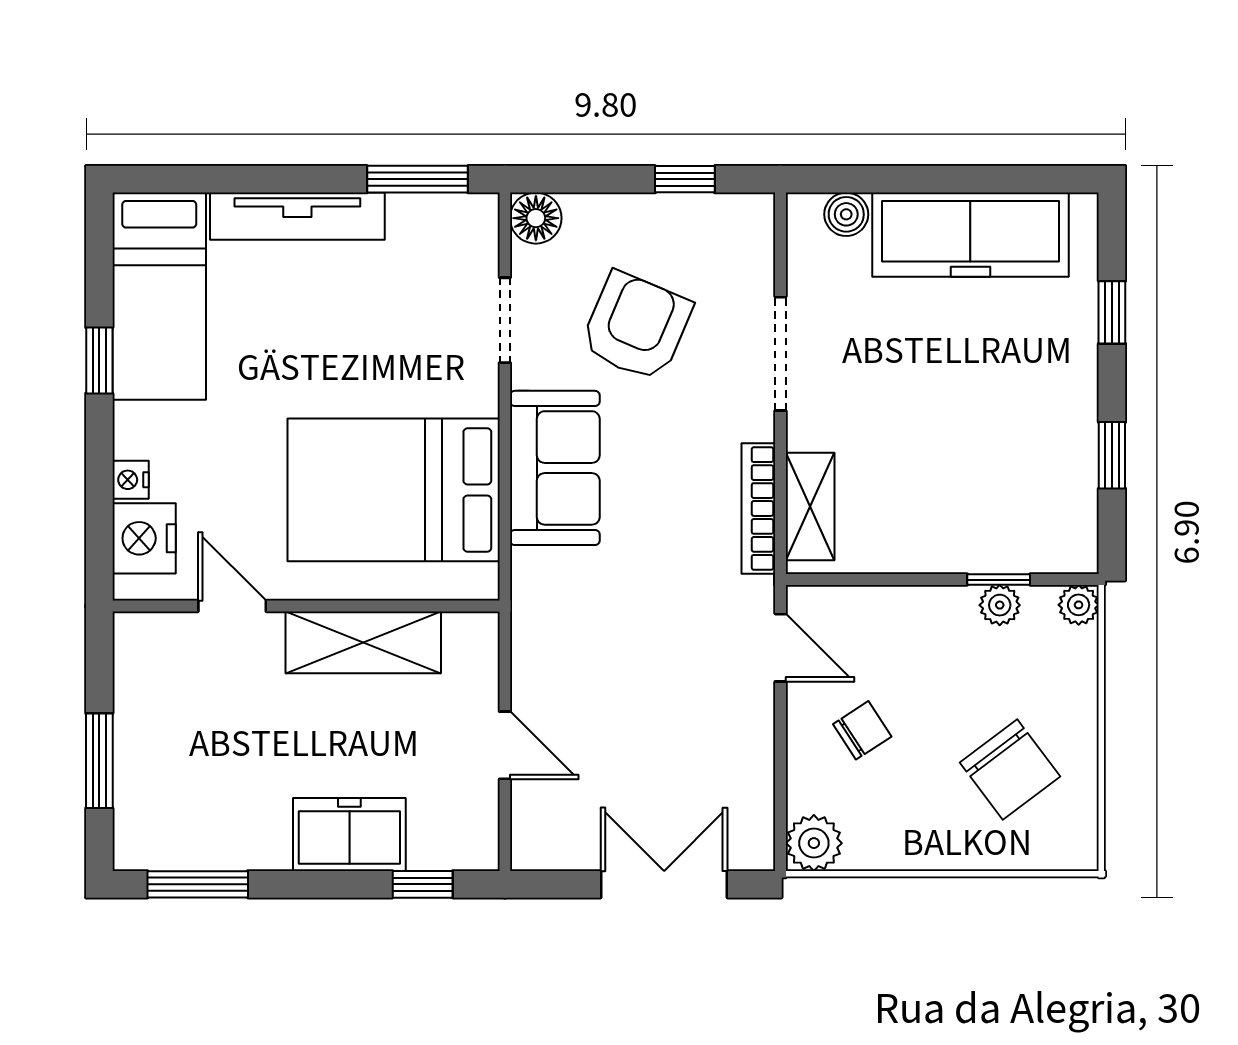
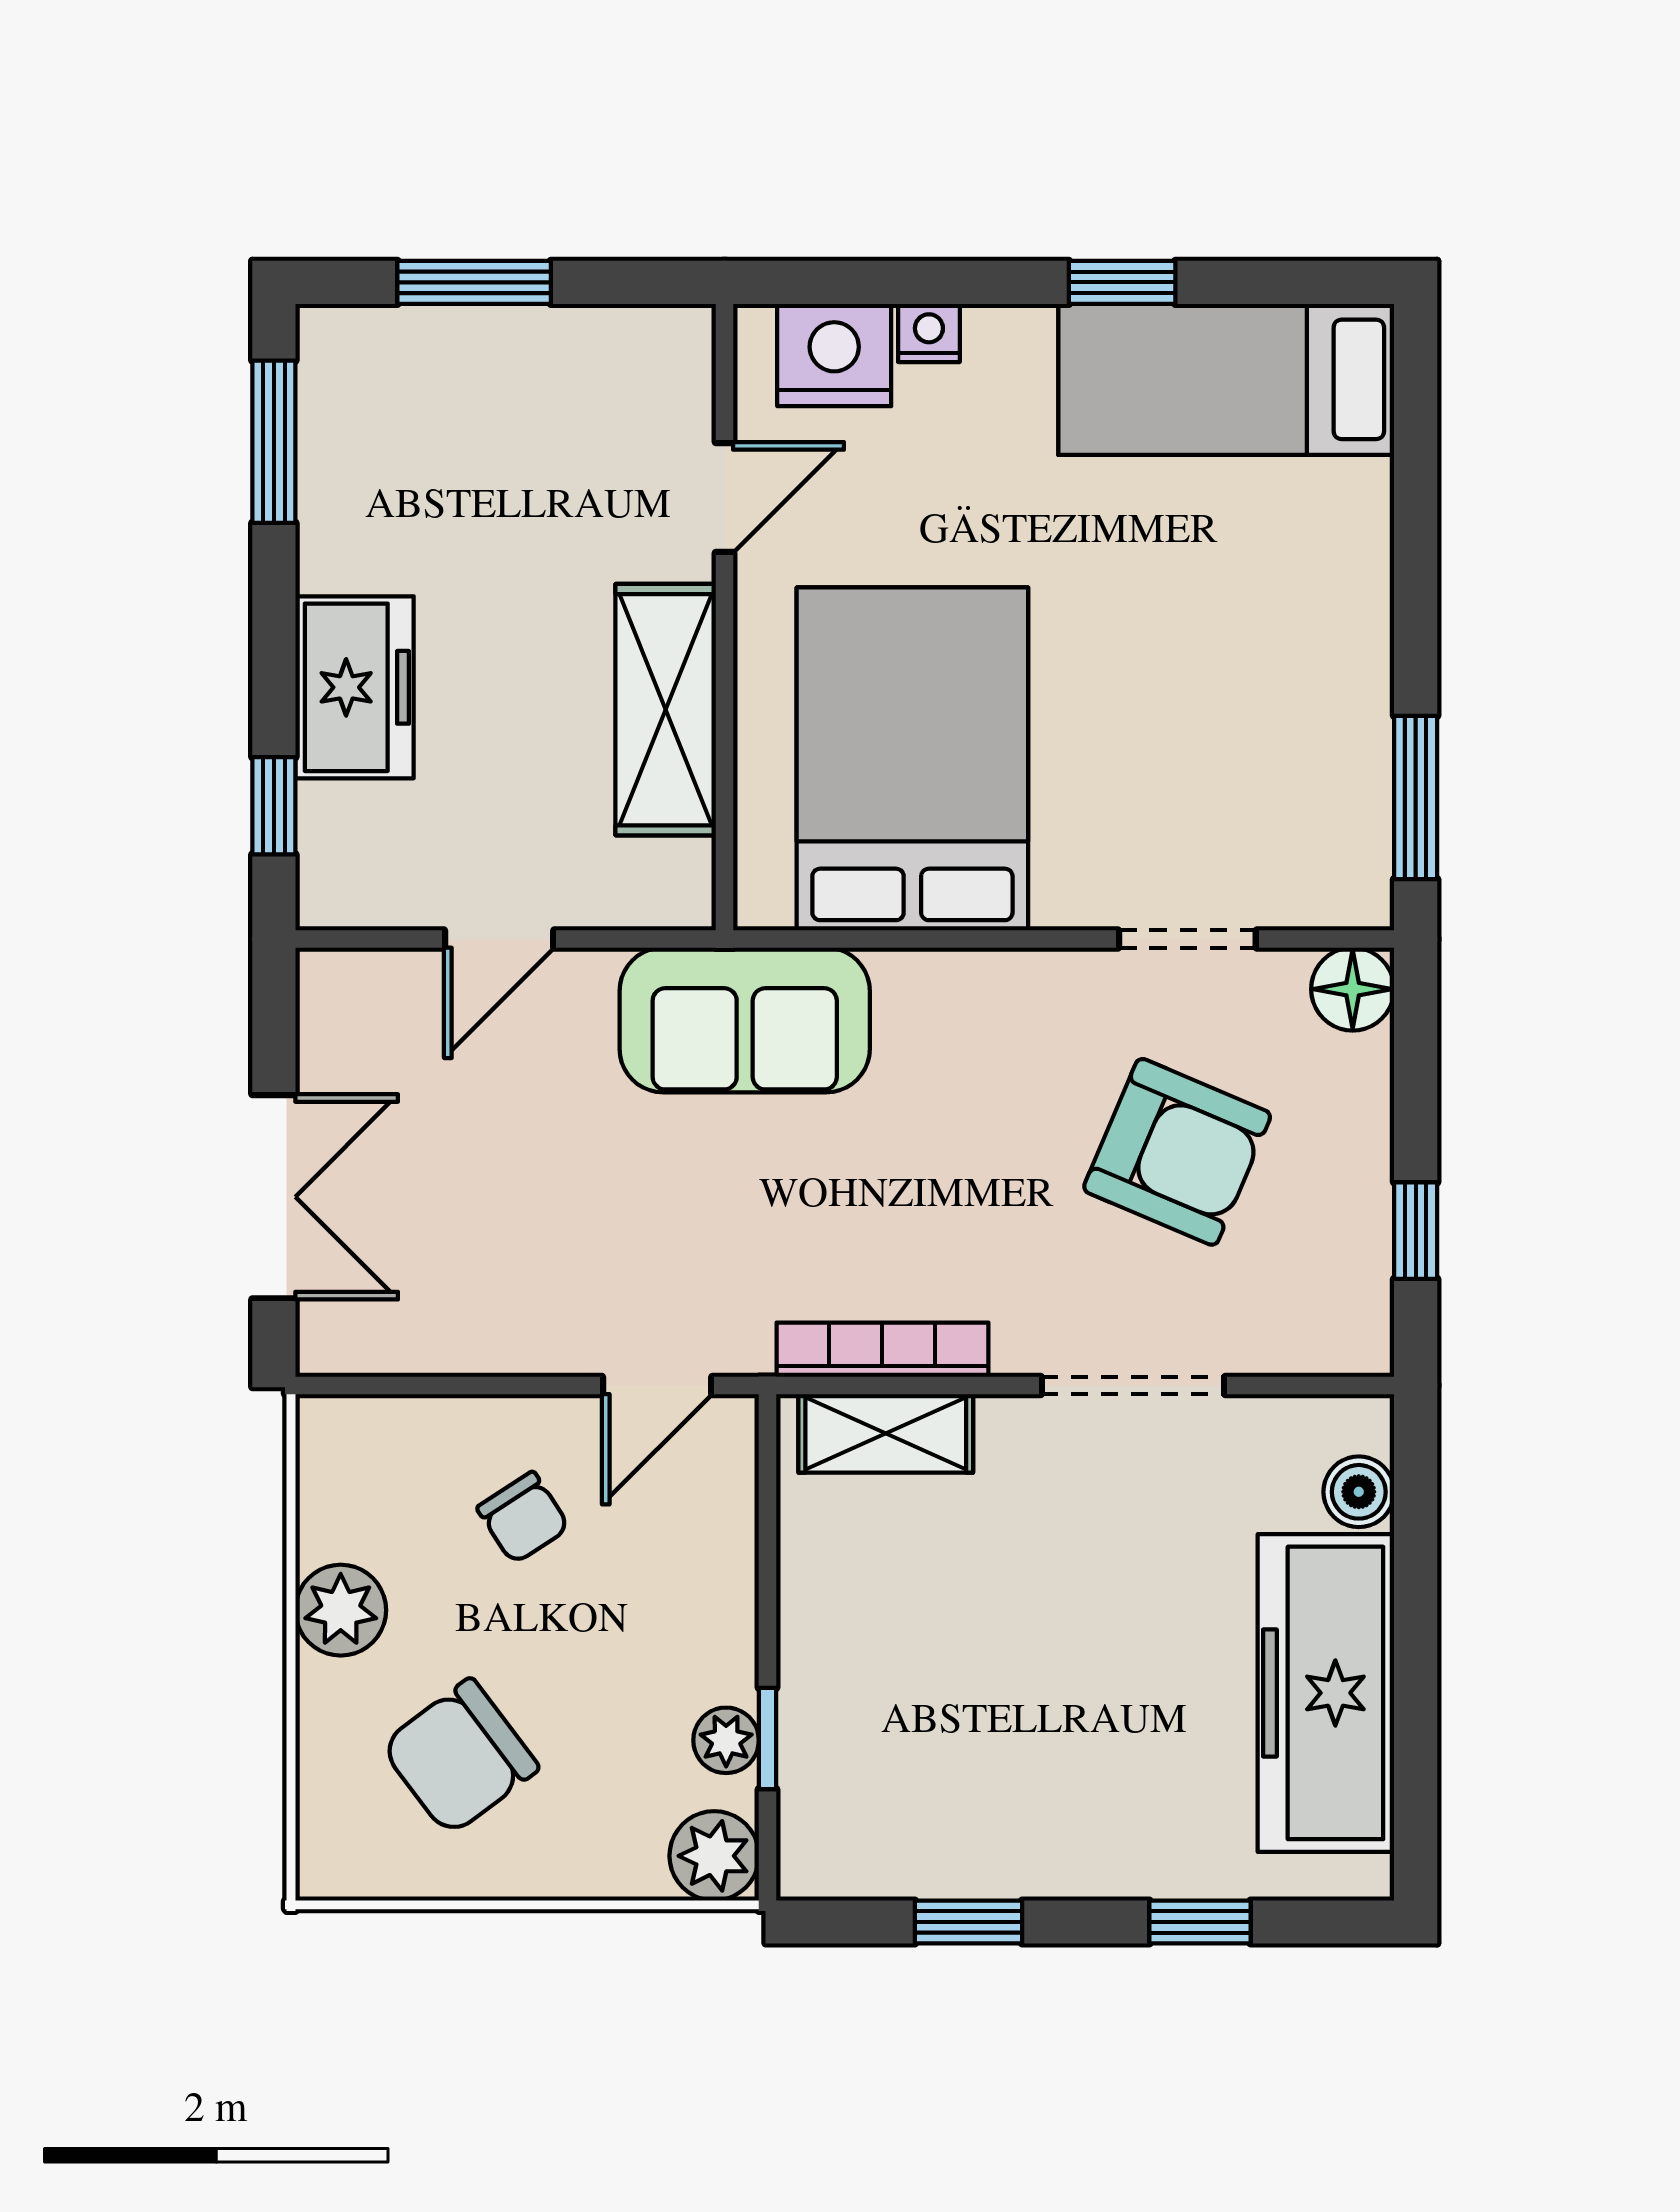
tv unit: (297, 216) -> (1356, 603), removed
sofa: (555, 468) -> (745, 1020), moved
plant: (1079, 605) -> (714, 1856), width x1.38, depth x1.38
plant: (814, 843) -> (341, 1610), moved

